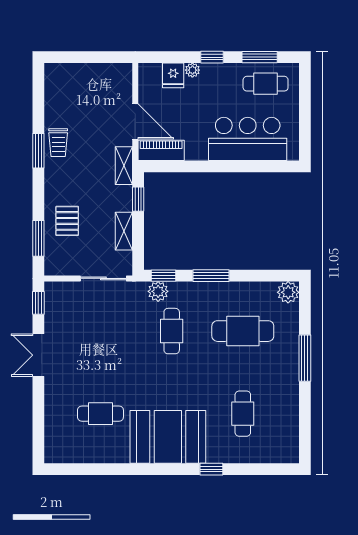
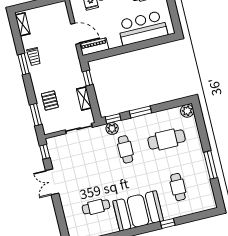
shelving: (124, 166) -> (23, 24), moved
window: (305, 358) -> (210, 165), moved

